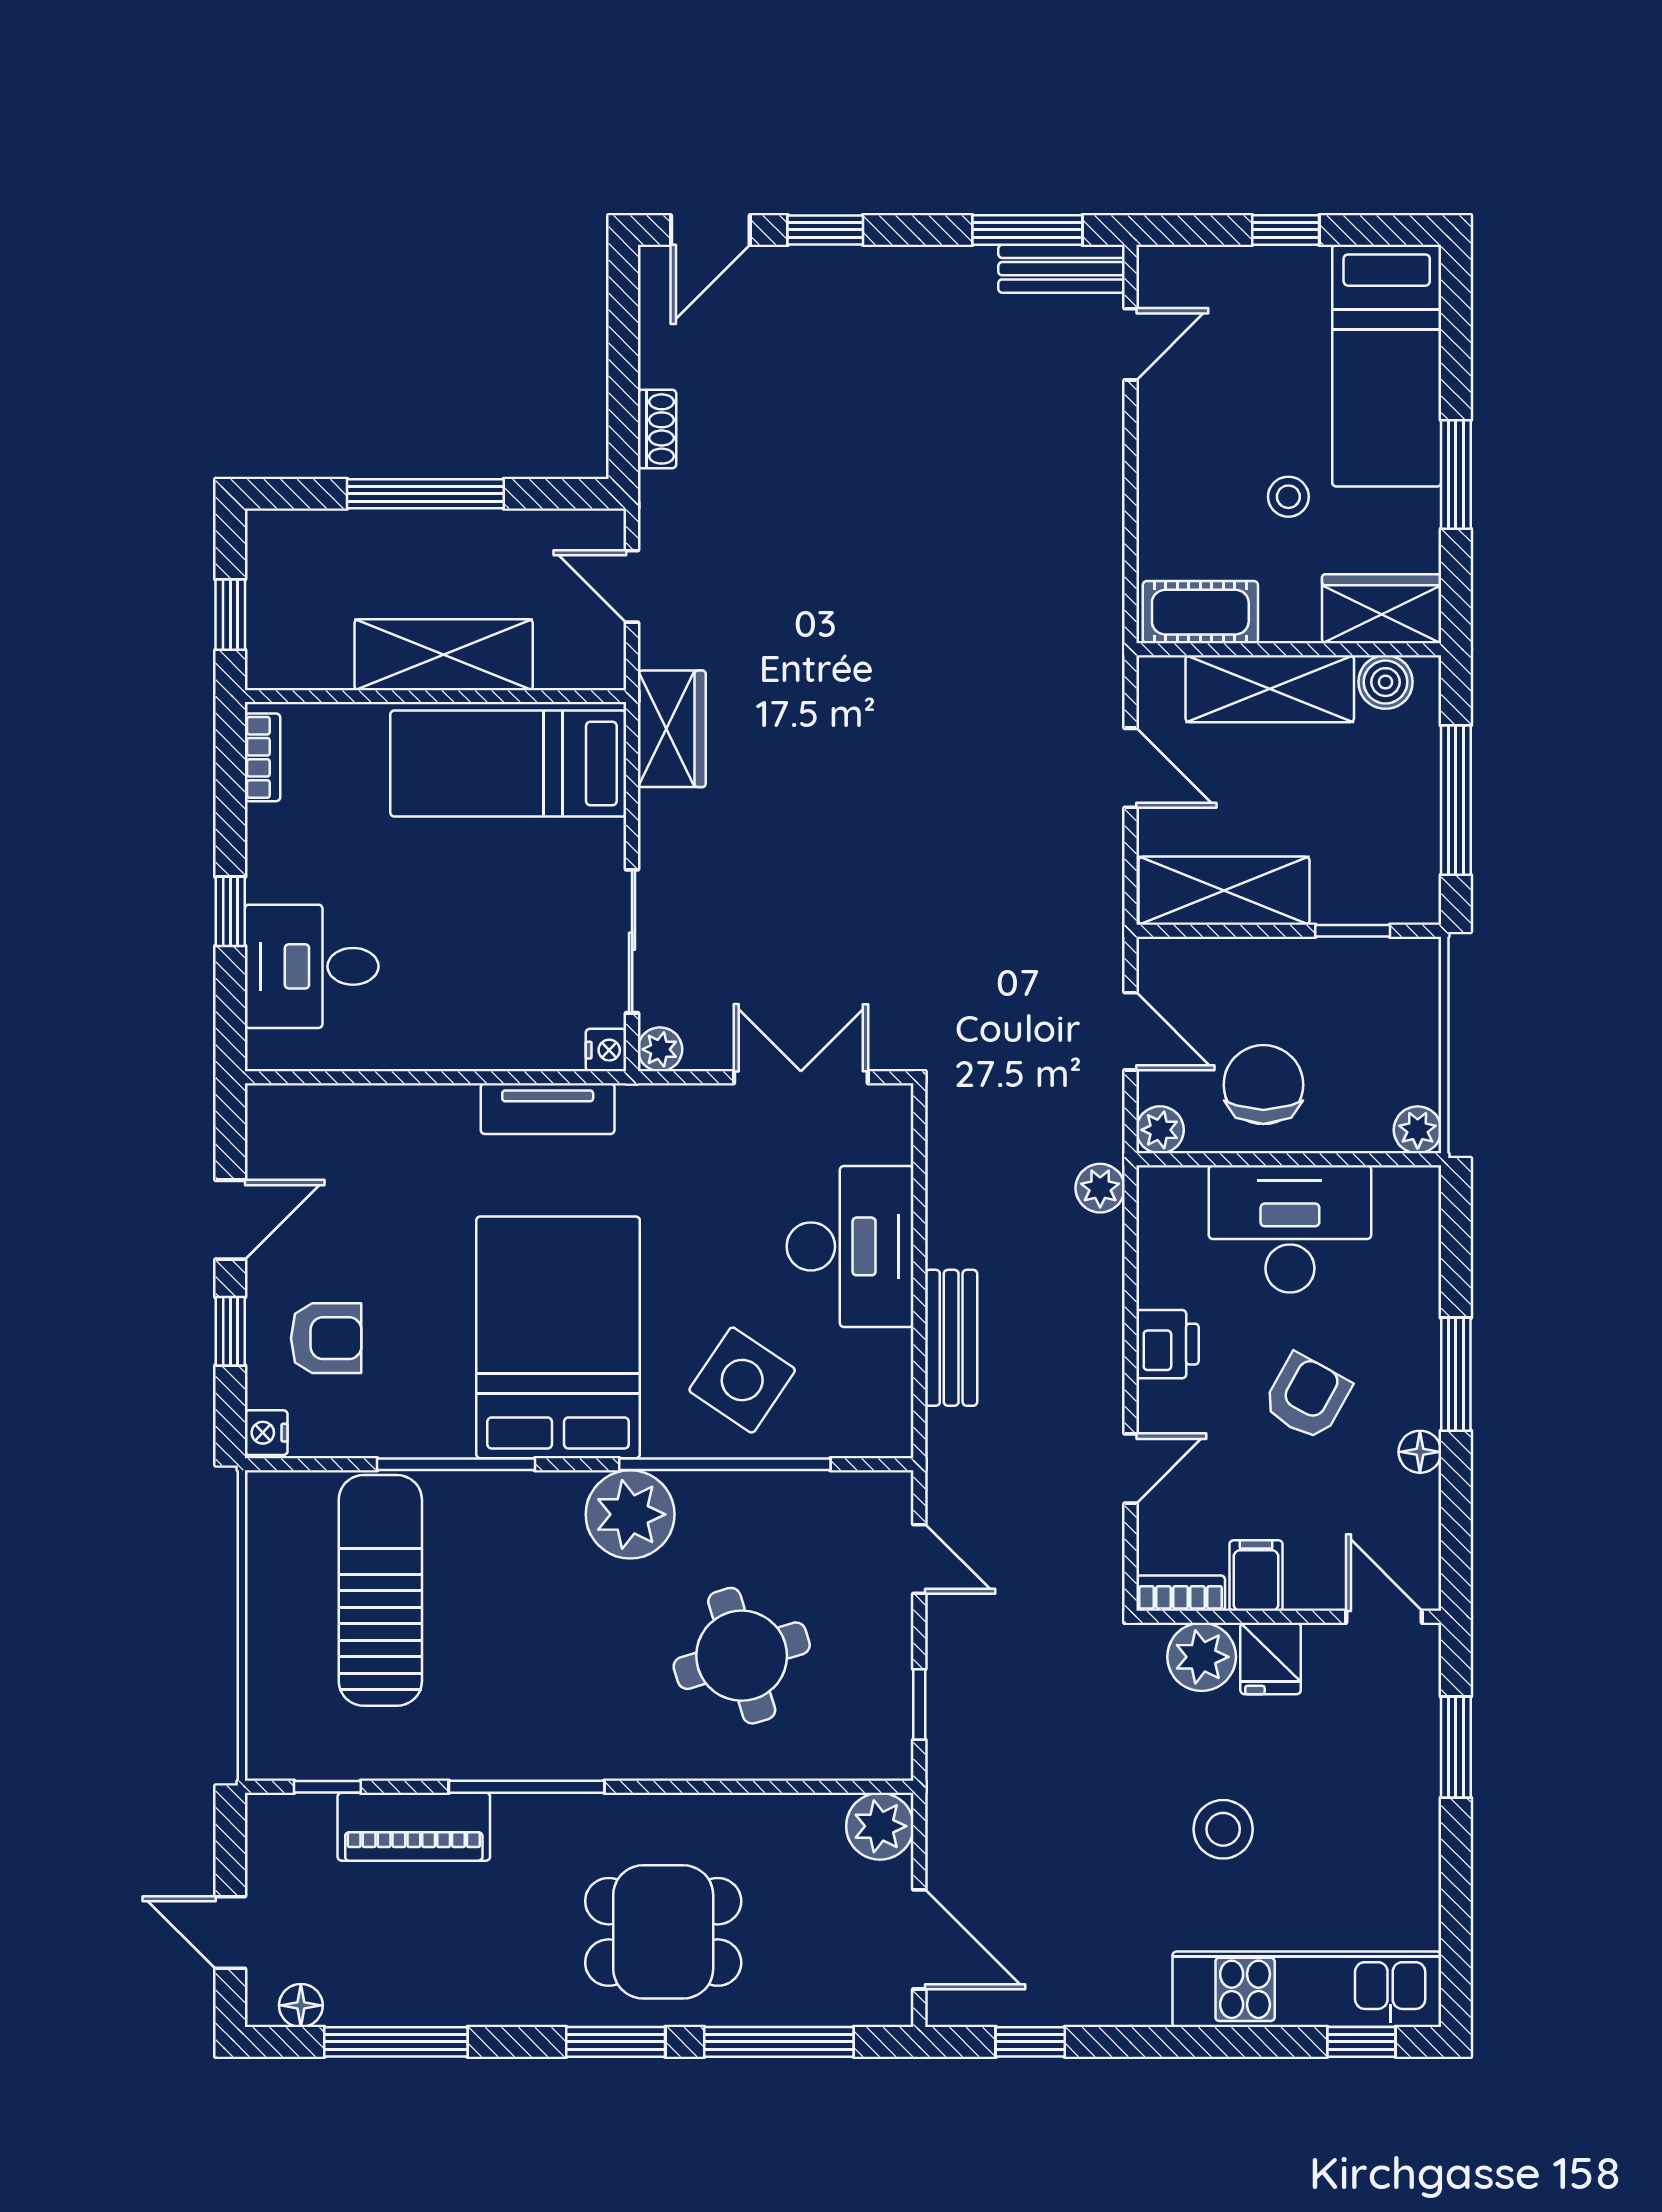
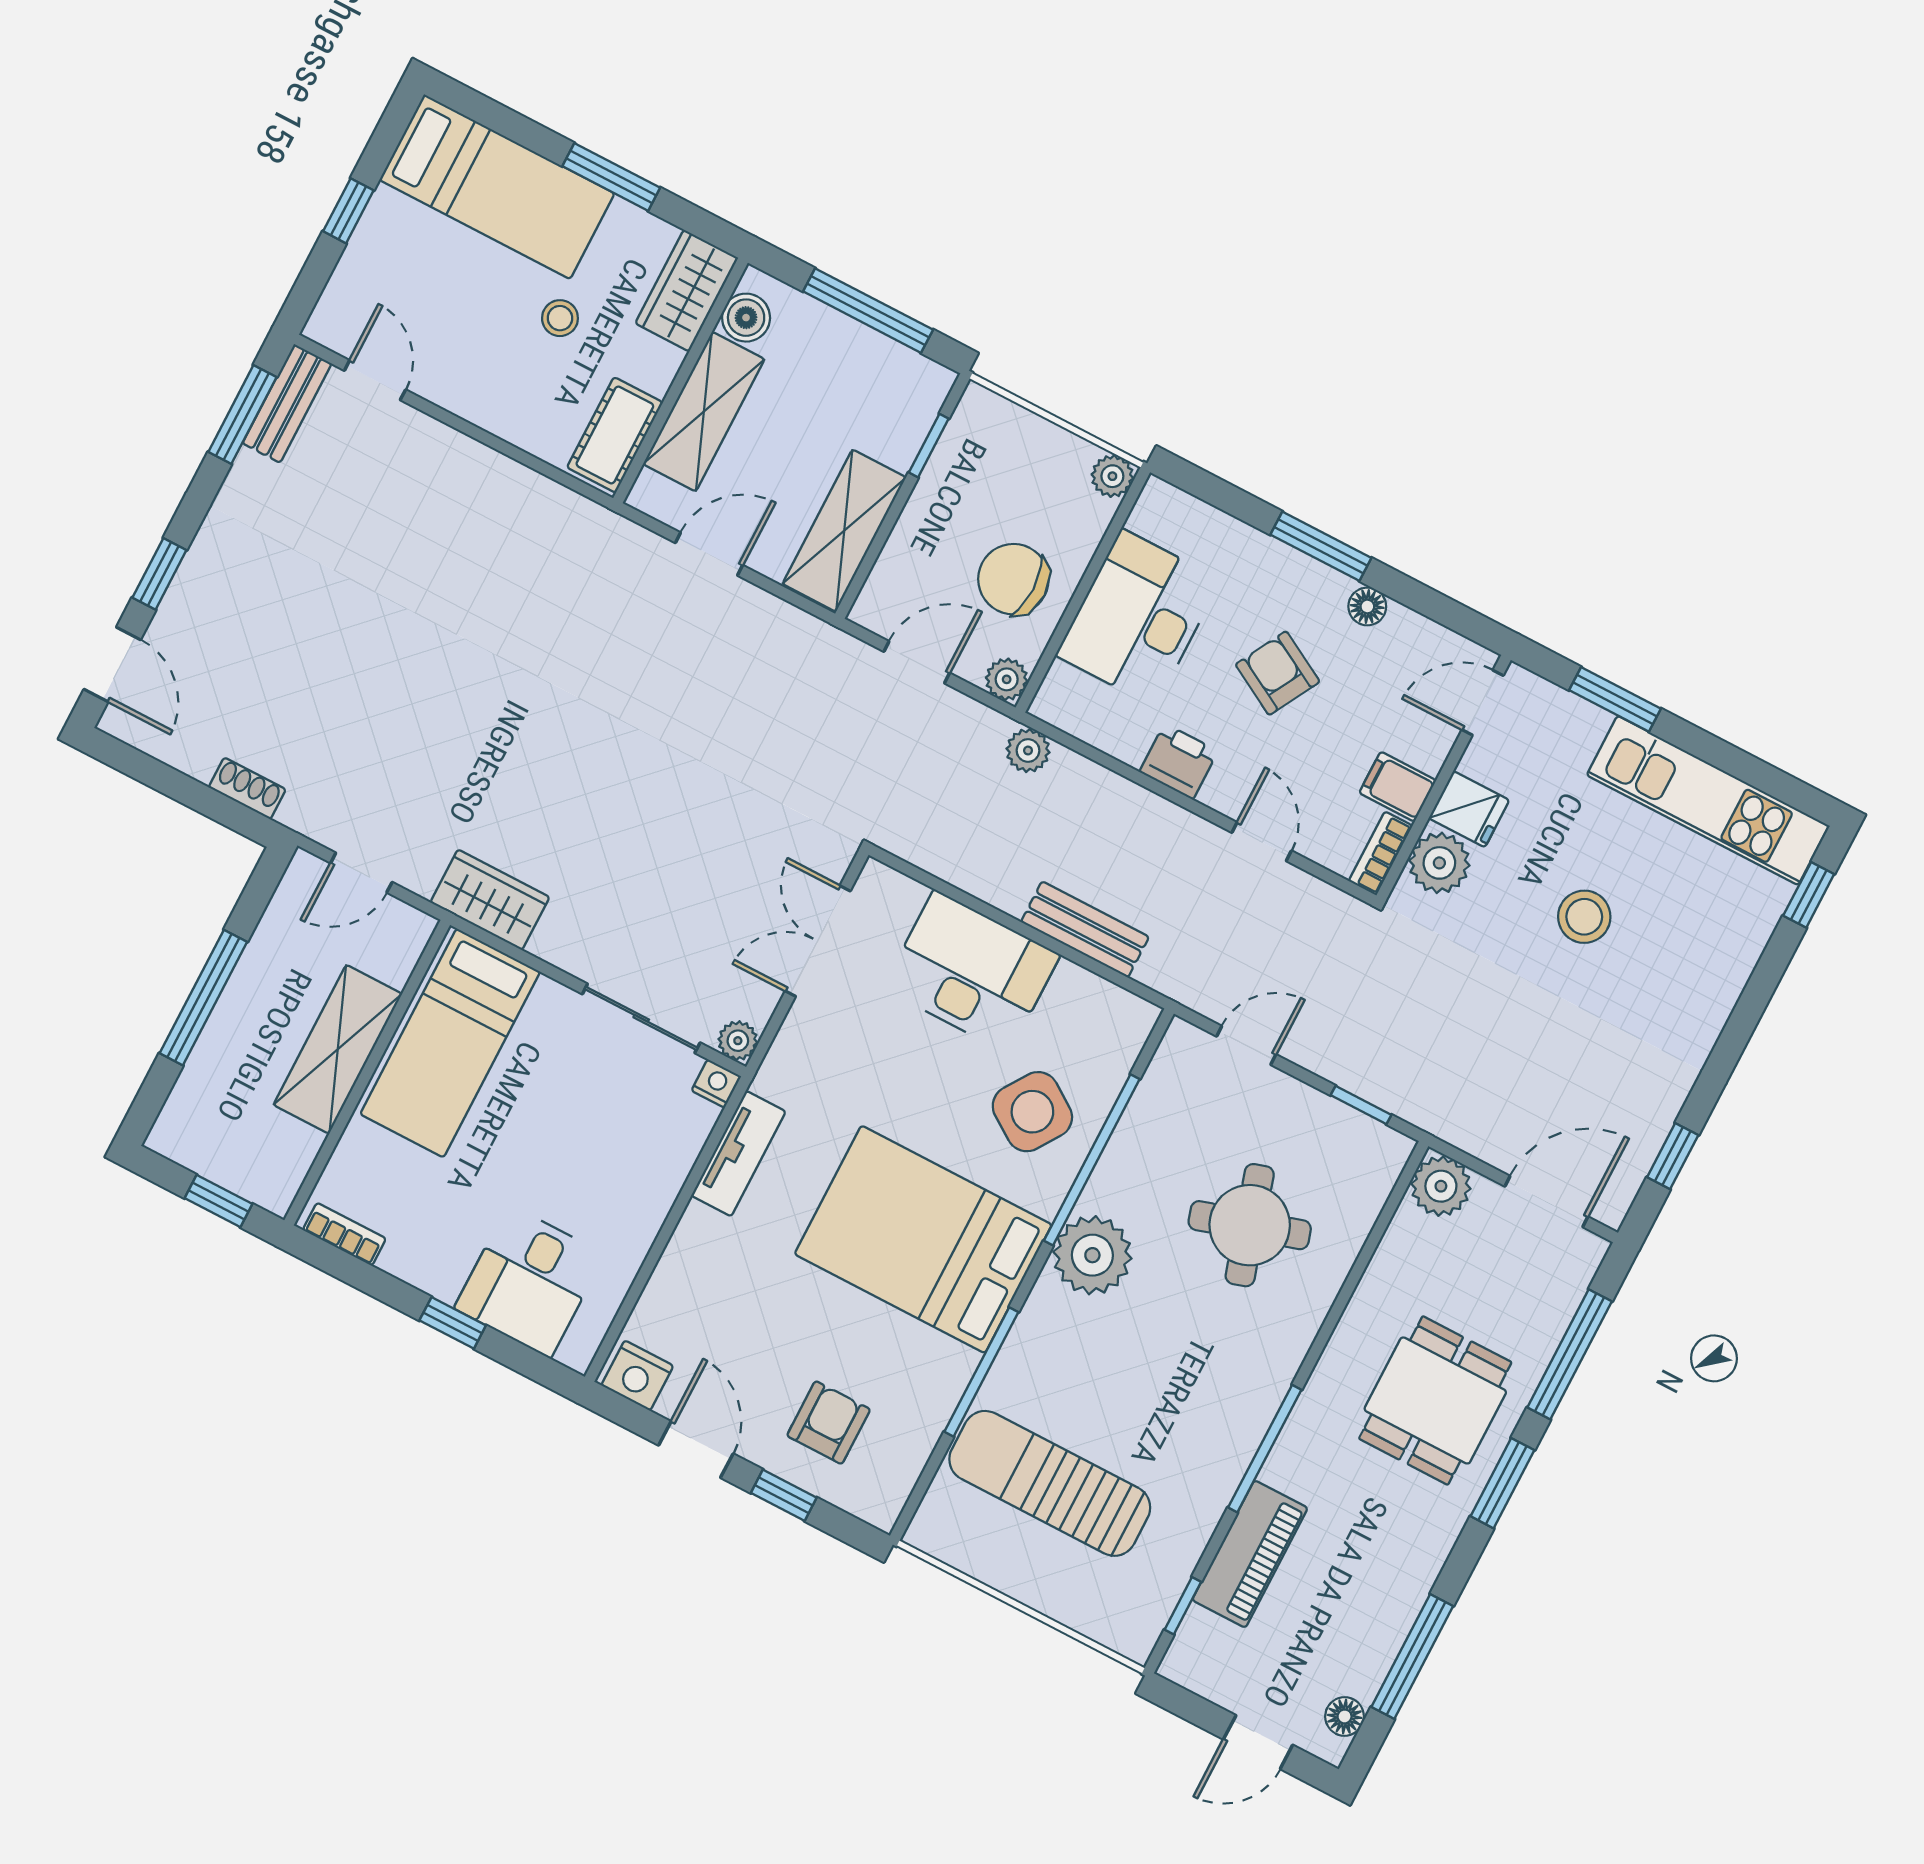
nightstand: (266, 1433) -> (637, 1376), moved, width x1.39, depth x1.35
kitchen unit: (1307, 1989) -> (1708, 800), moved, turned -90

